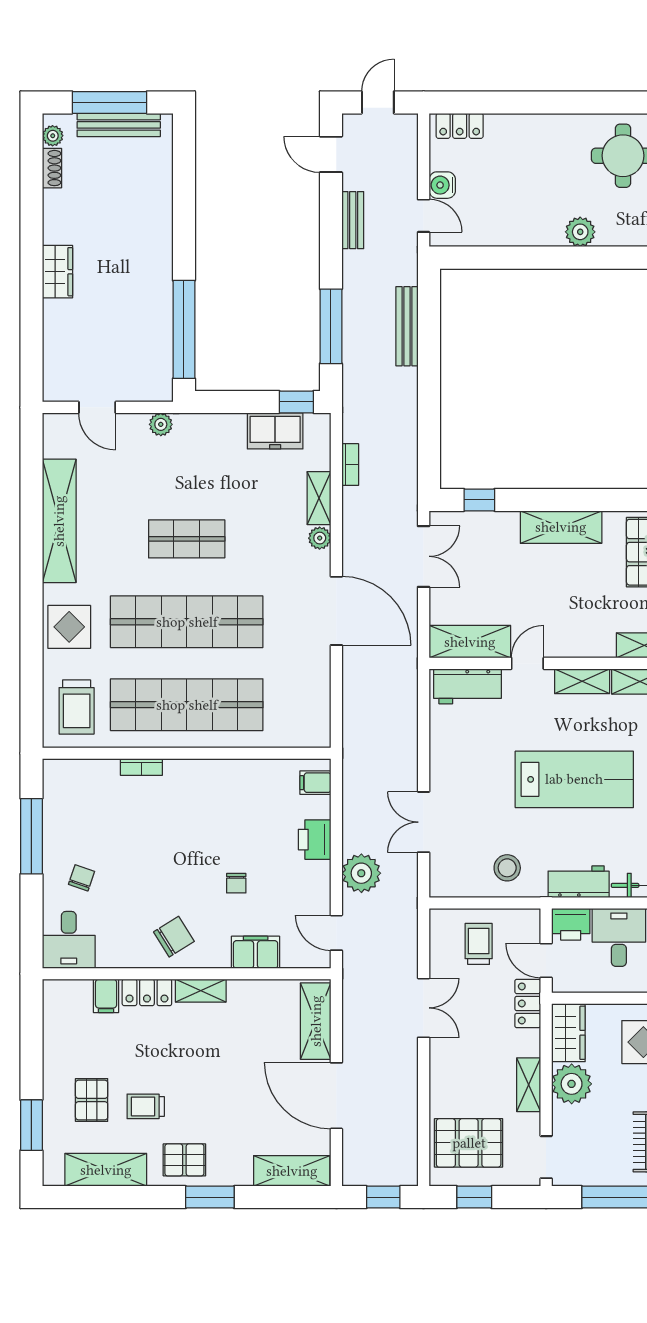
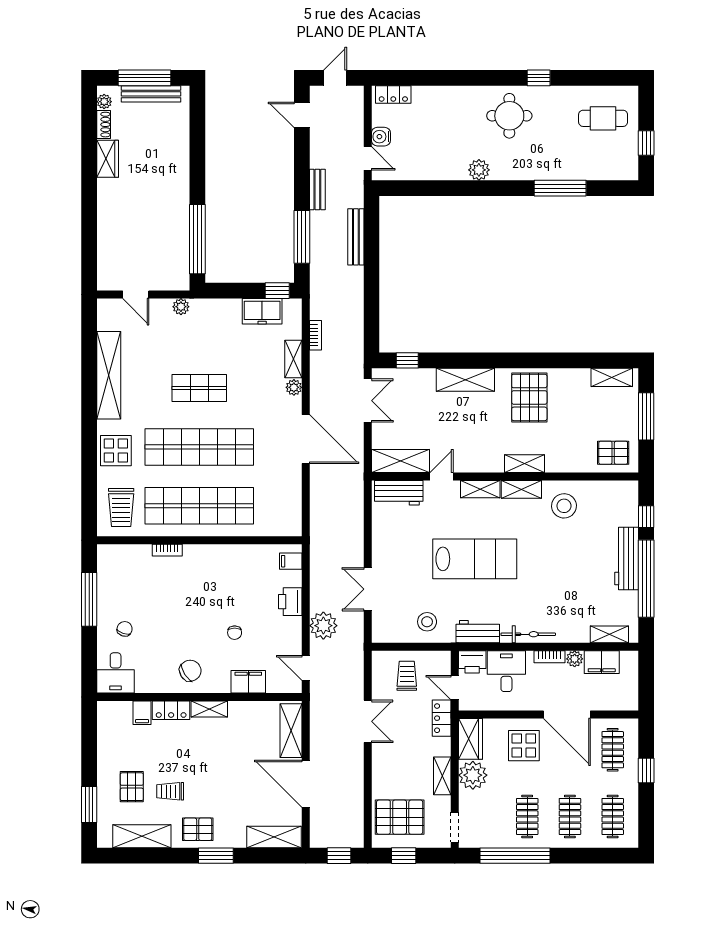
bench: (353, 220) -> (317, 189), moved
wardrobe: (58, 272) -> (108, 159), moved

